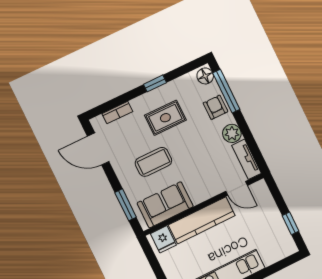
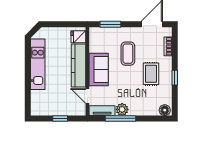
window: (226, 91) -> (120, 118), moved
armchair: (216, 107) -> (143, 107), removed
door: (237, 188) -> (87, 96), hinge flipped
sofa: (165, 205) -> (99, 70), moved
window: (290, 223) -> (60, 118), moved

